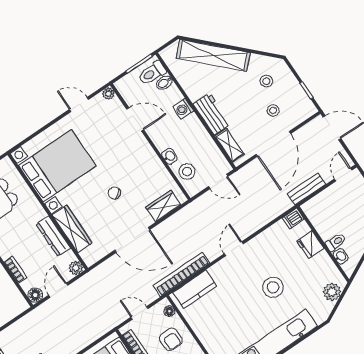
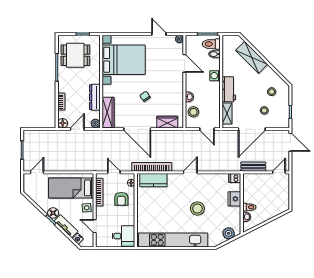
shelving: (213, 55) -> (252, 57), width x0.68
wardrobe: (72, 229) -> (108, 112), moved

